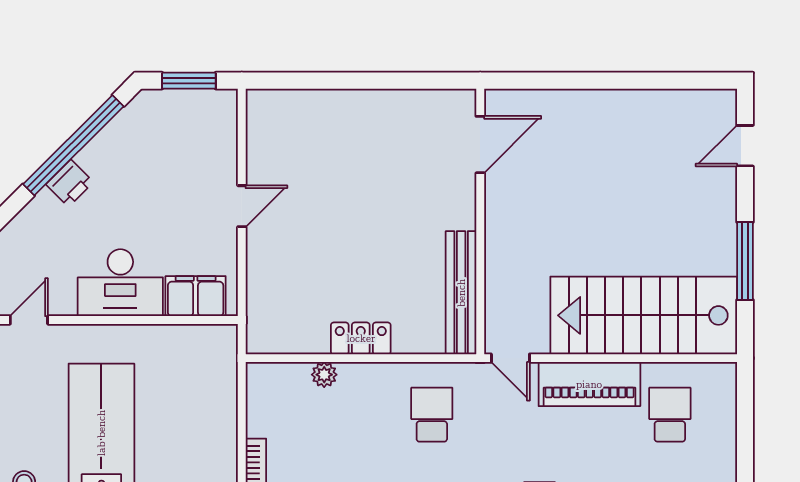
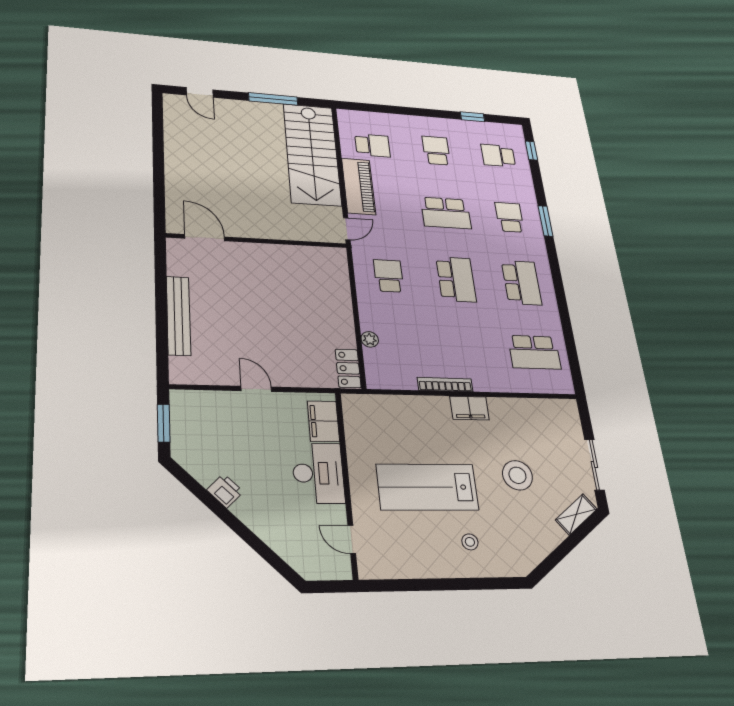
window: (73, 145) -> (216, 507), removed
printer: (70, 183) -> (225, 491), moved
bench: (461, 293) -> (179, 316), moved, turned 90
locker: (361, 338) -> (348, 368), moved
school desk: (432, 415) -> (389, 276), turned 90
school desk: (670, 415) -> (372, 145), turned 180

